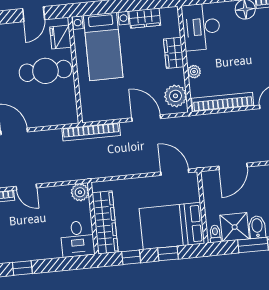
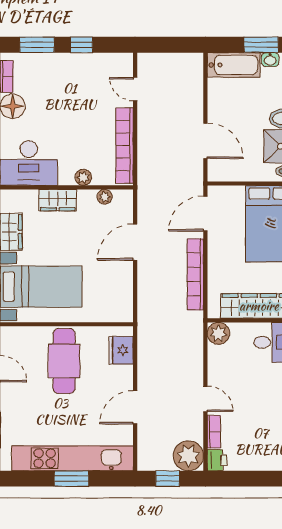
fridge: (61, 37) -> (121, 350), moved, turned 90
plant: (175, 96) -> (105, 197), width x0.53, depth x0.53
bookcase: (91, 132) -> (195, 274), moved, turned 180
door: (26, 187) -> (205, 399), hinge flipped

